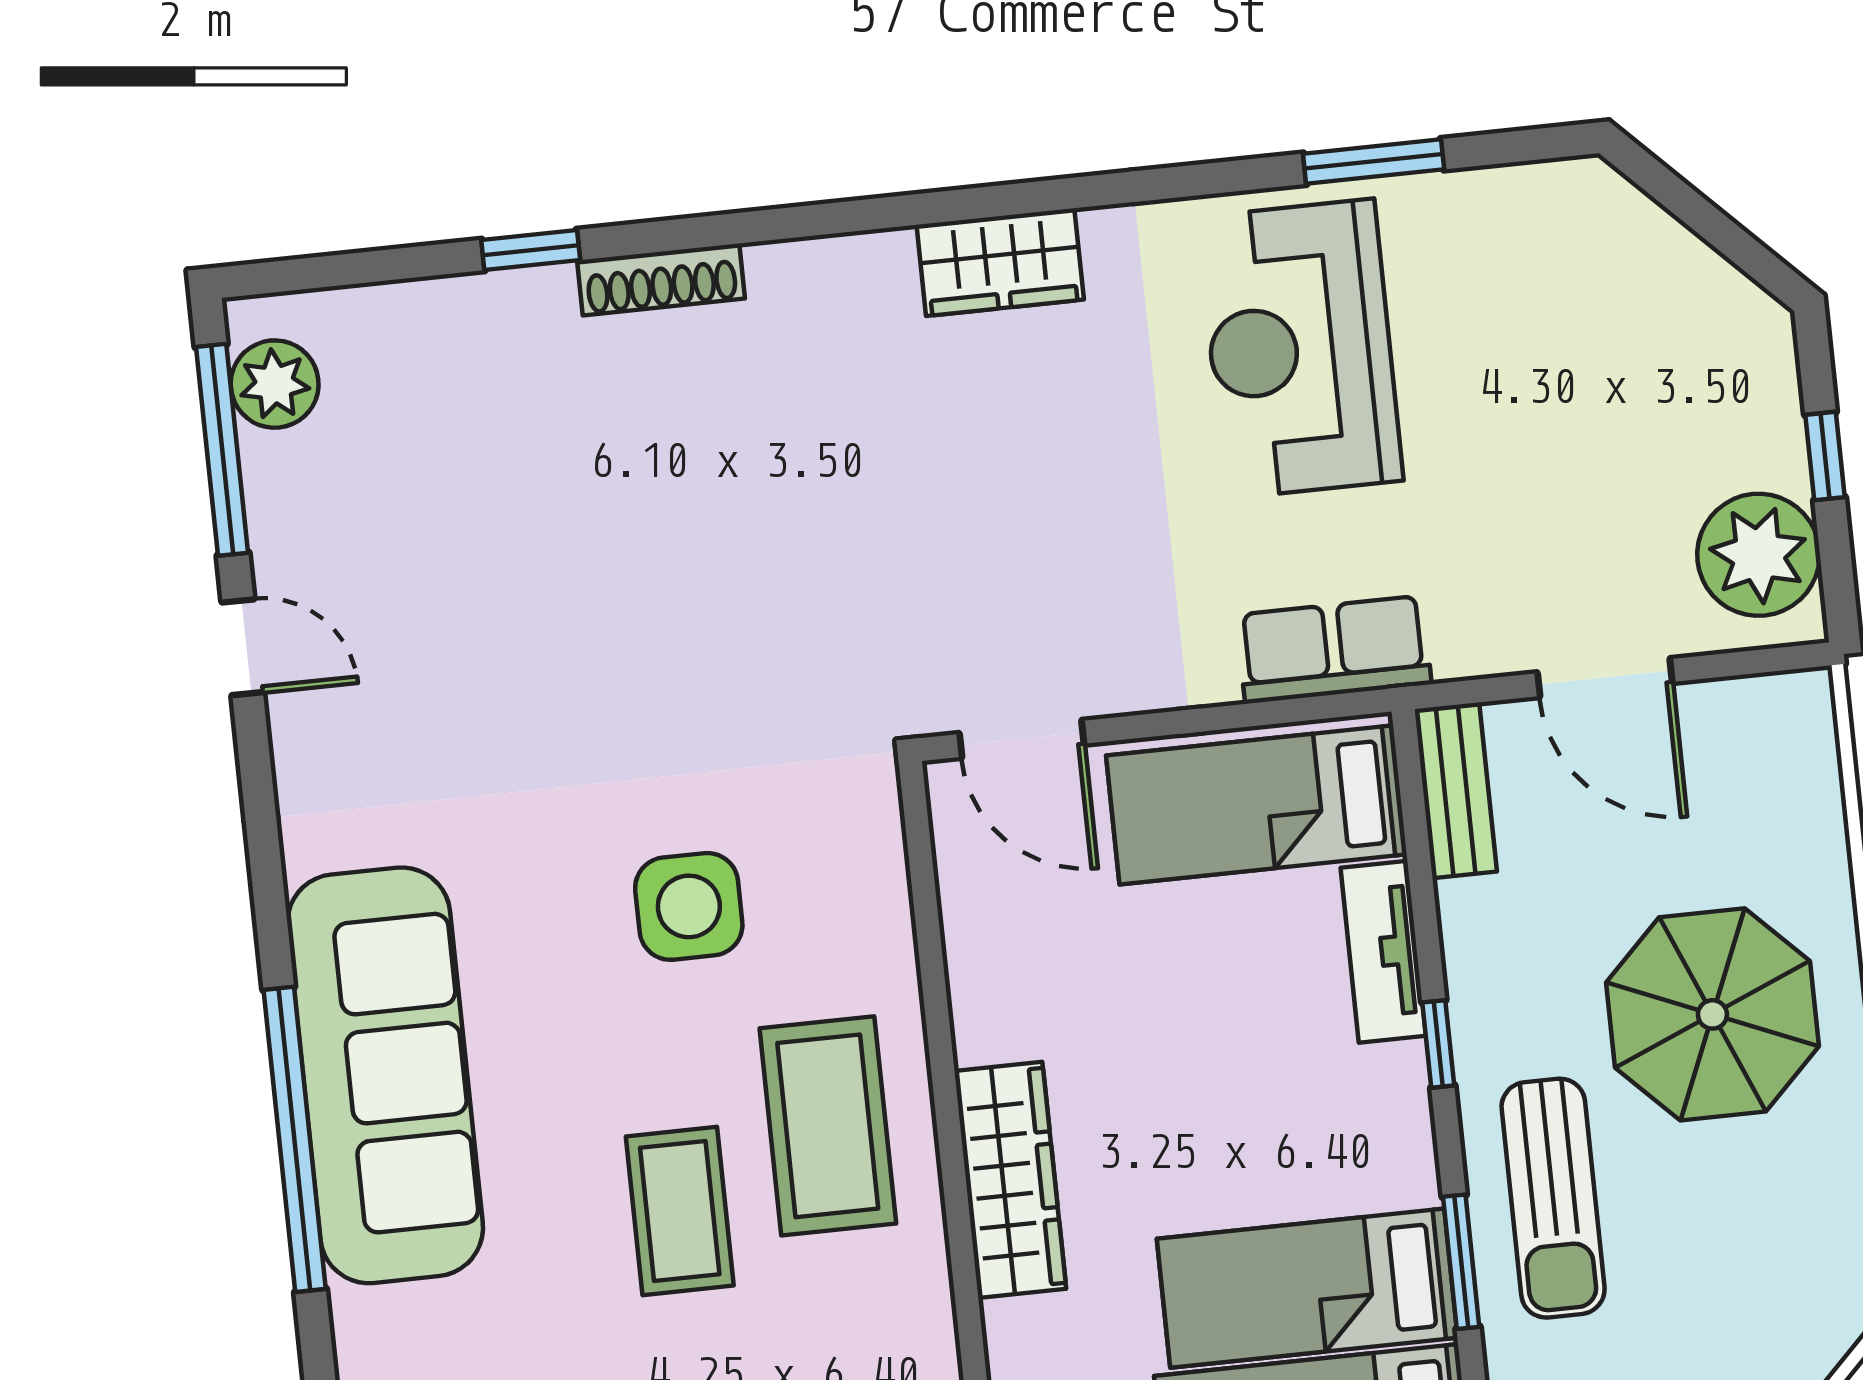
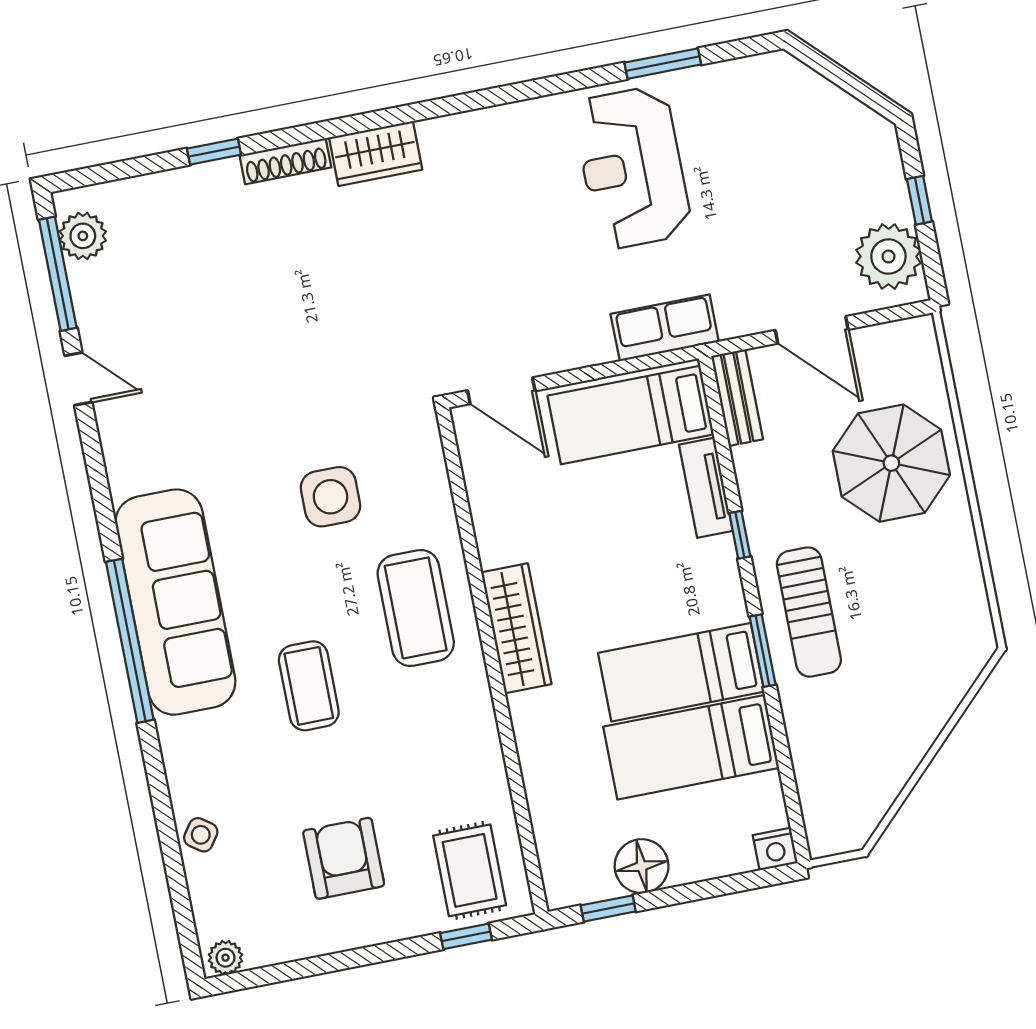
wardrobe: (1000, 262) -> (376, 154), moved
parasol: (1712, 1014) -> (891, 463), moved
coffee table: (680, 1211) -> (309, 686), moved

